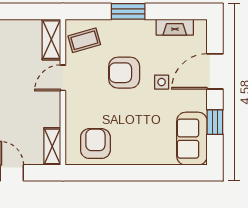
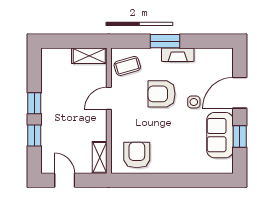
fireplace: (175, 27) -> (178, 55), moved
shelving: (51, 40) -> (89, 56), moved, turned 90
sofa: (192, 139) -> (220, 135), moved

